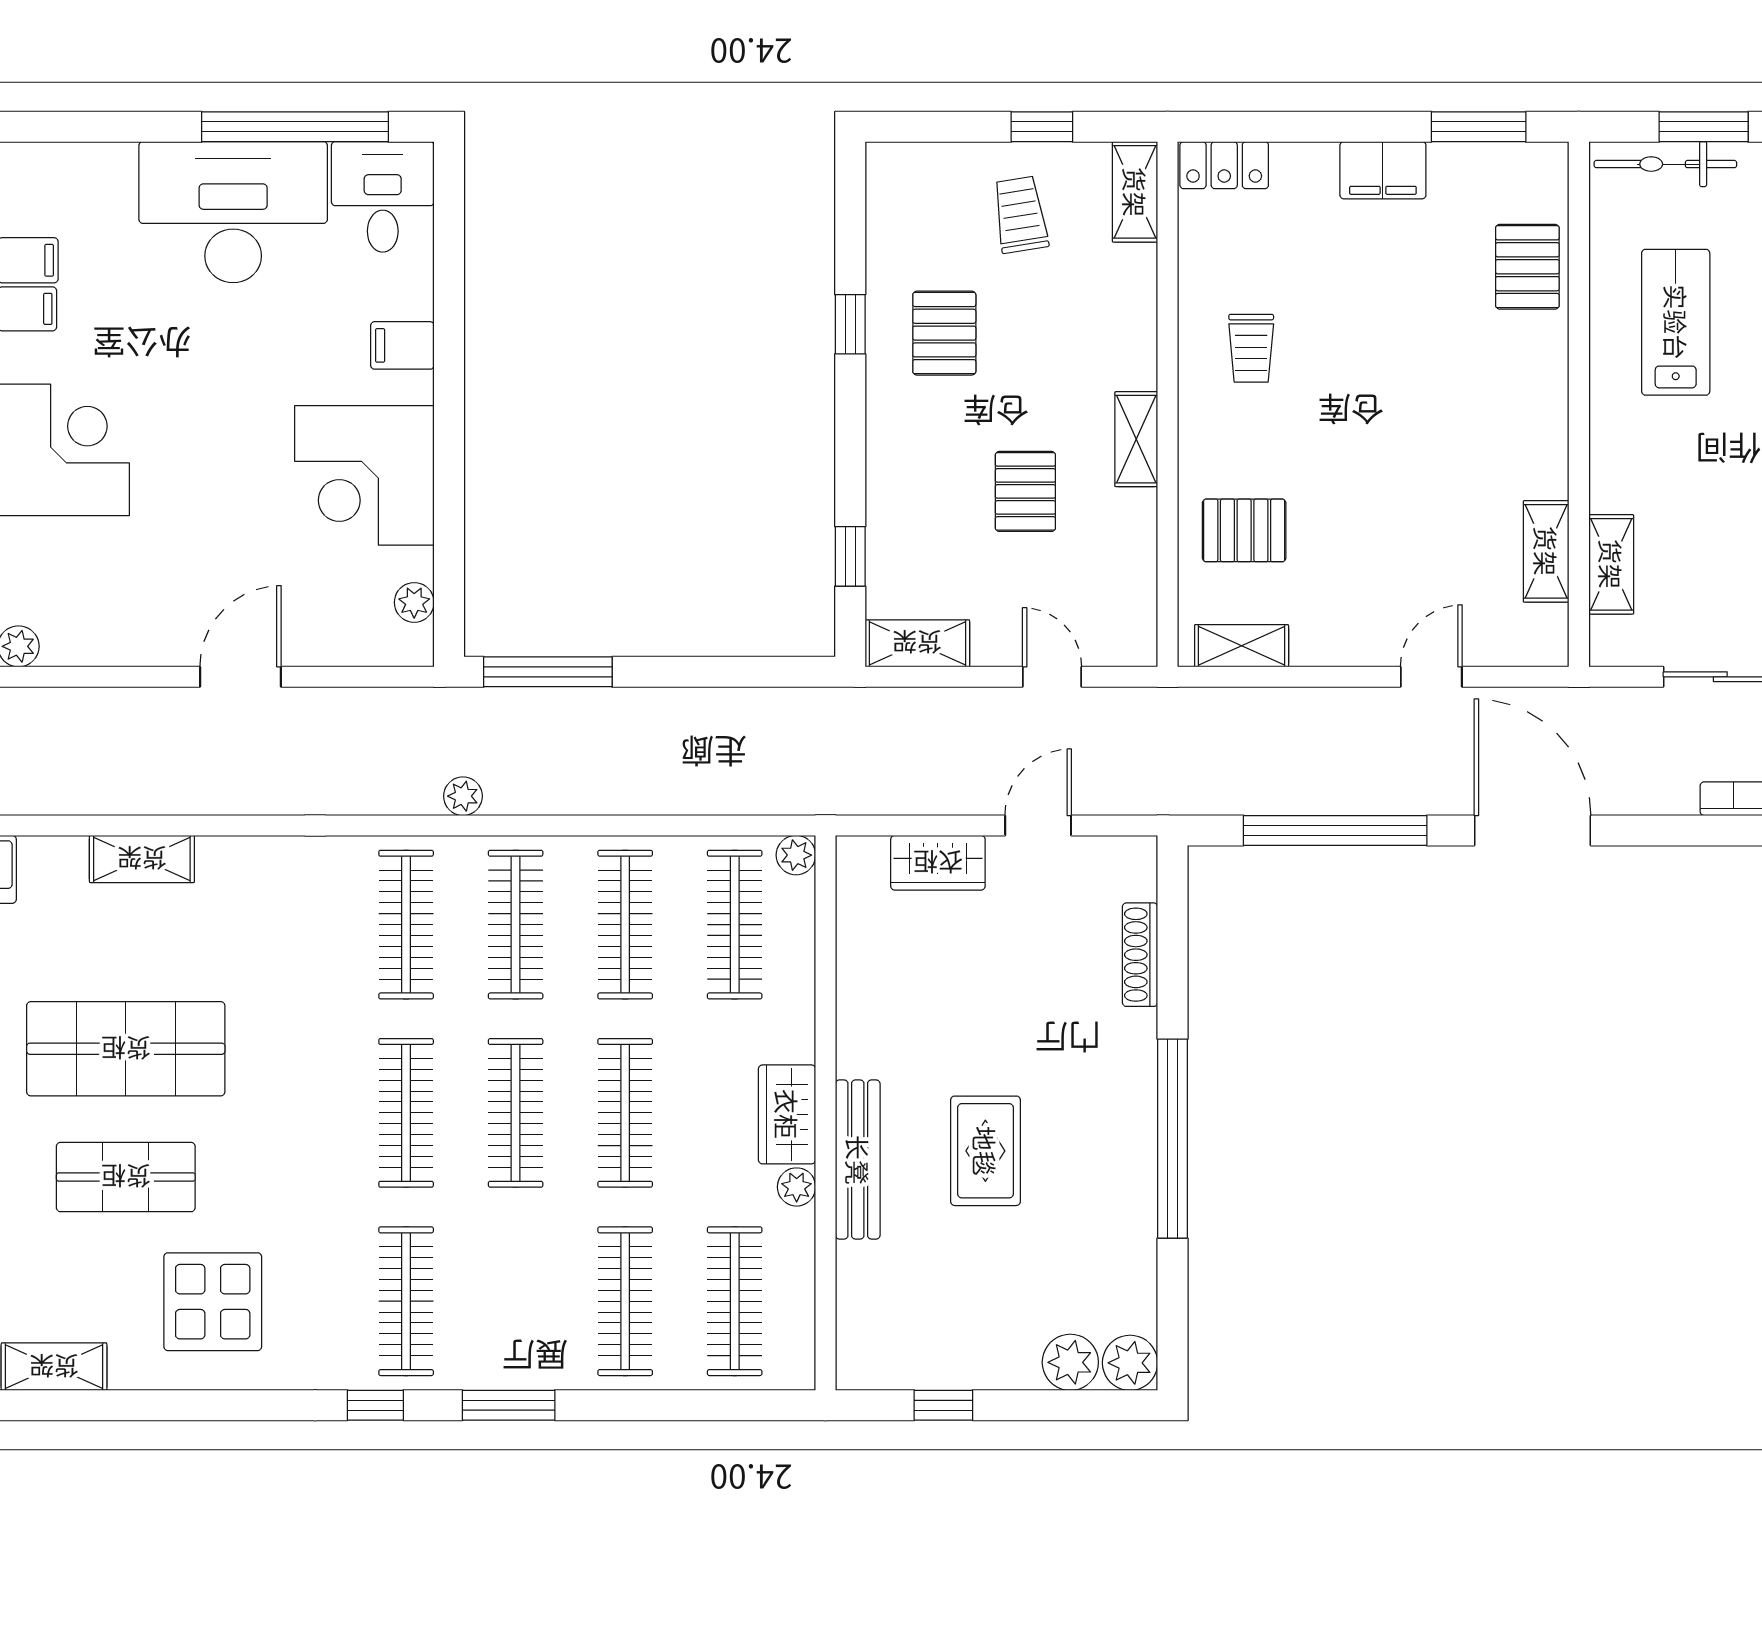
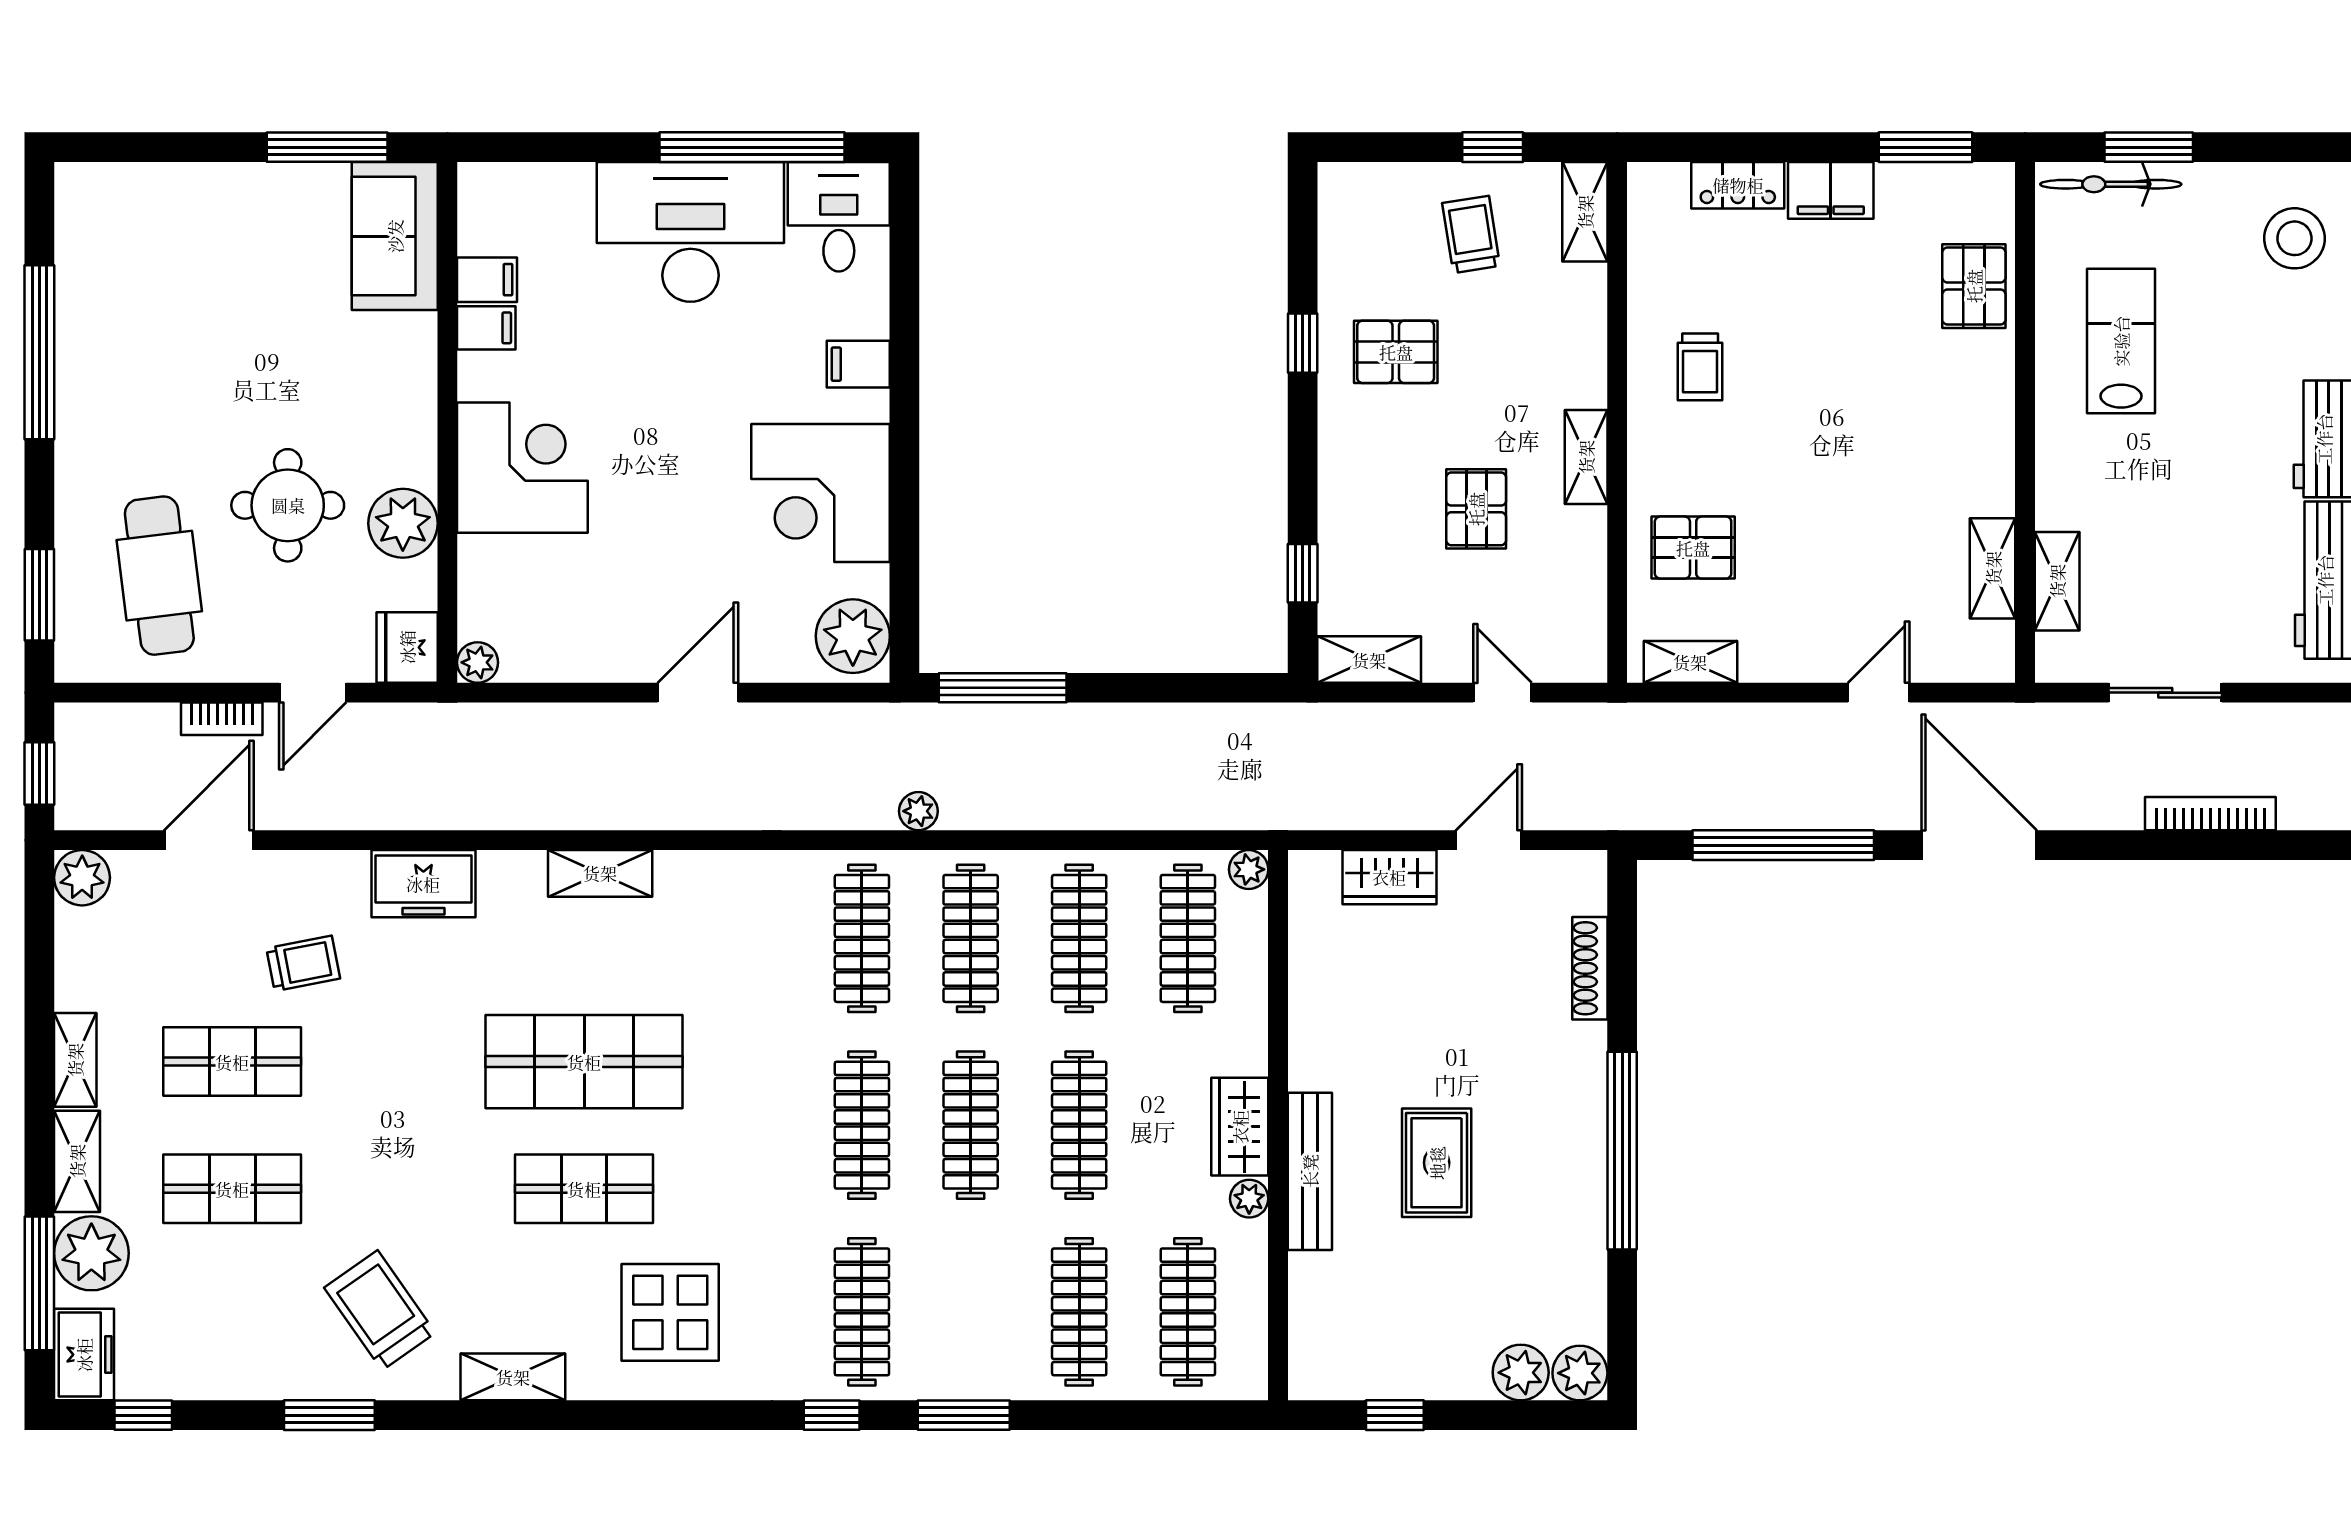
locker: (1224, 165) -> (1738, 185), moved
pallet: (944, 333) -> (1396, 352), turned 90
plant: (414, 602) -> (853, 636), width x1.87, depth x1.87

